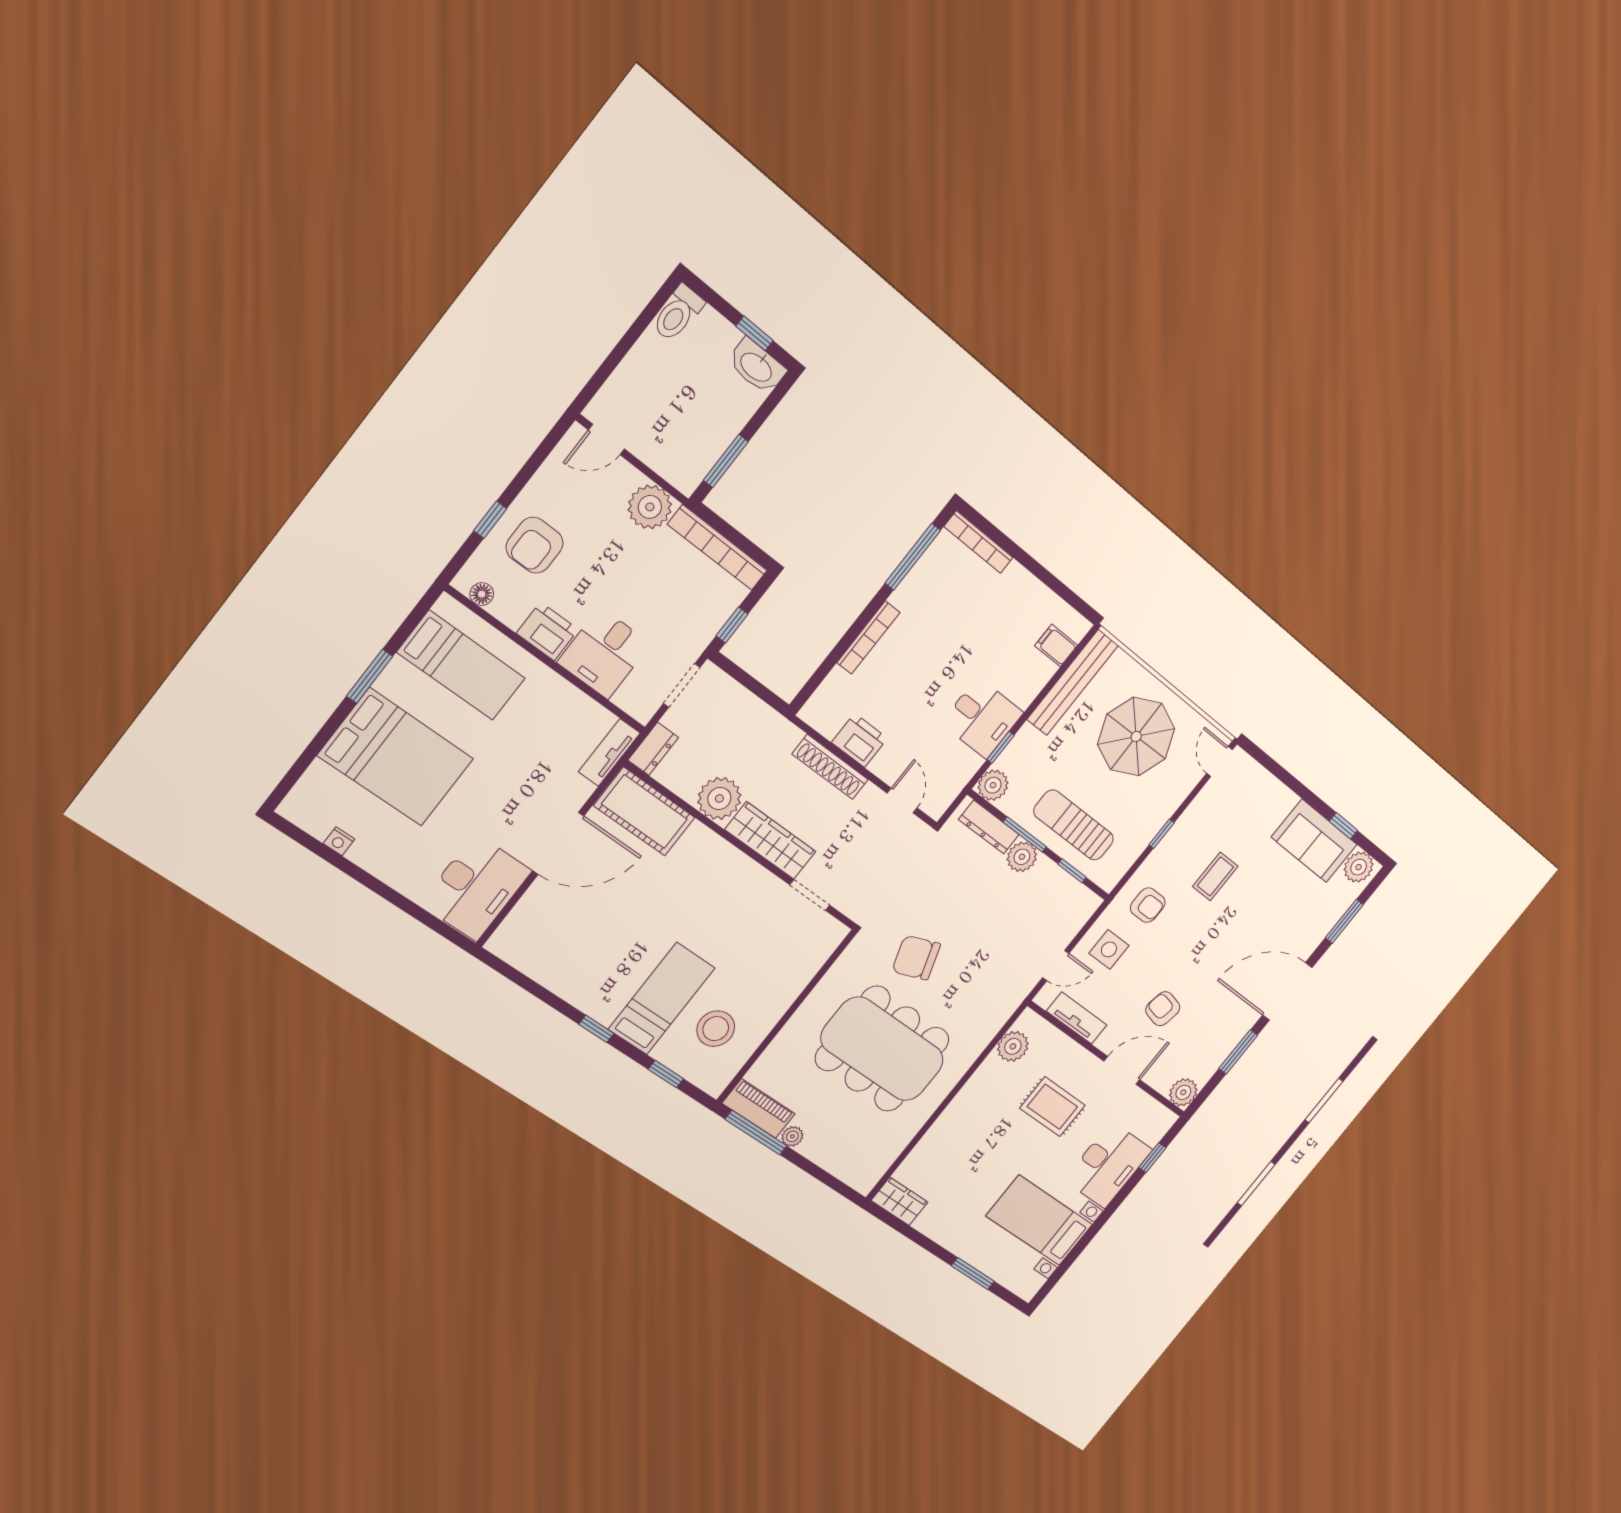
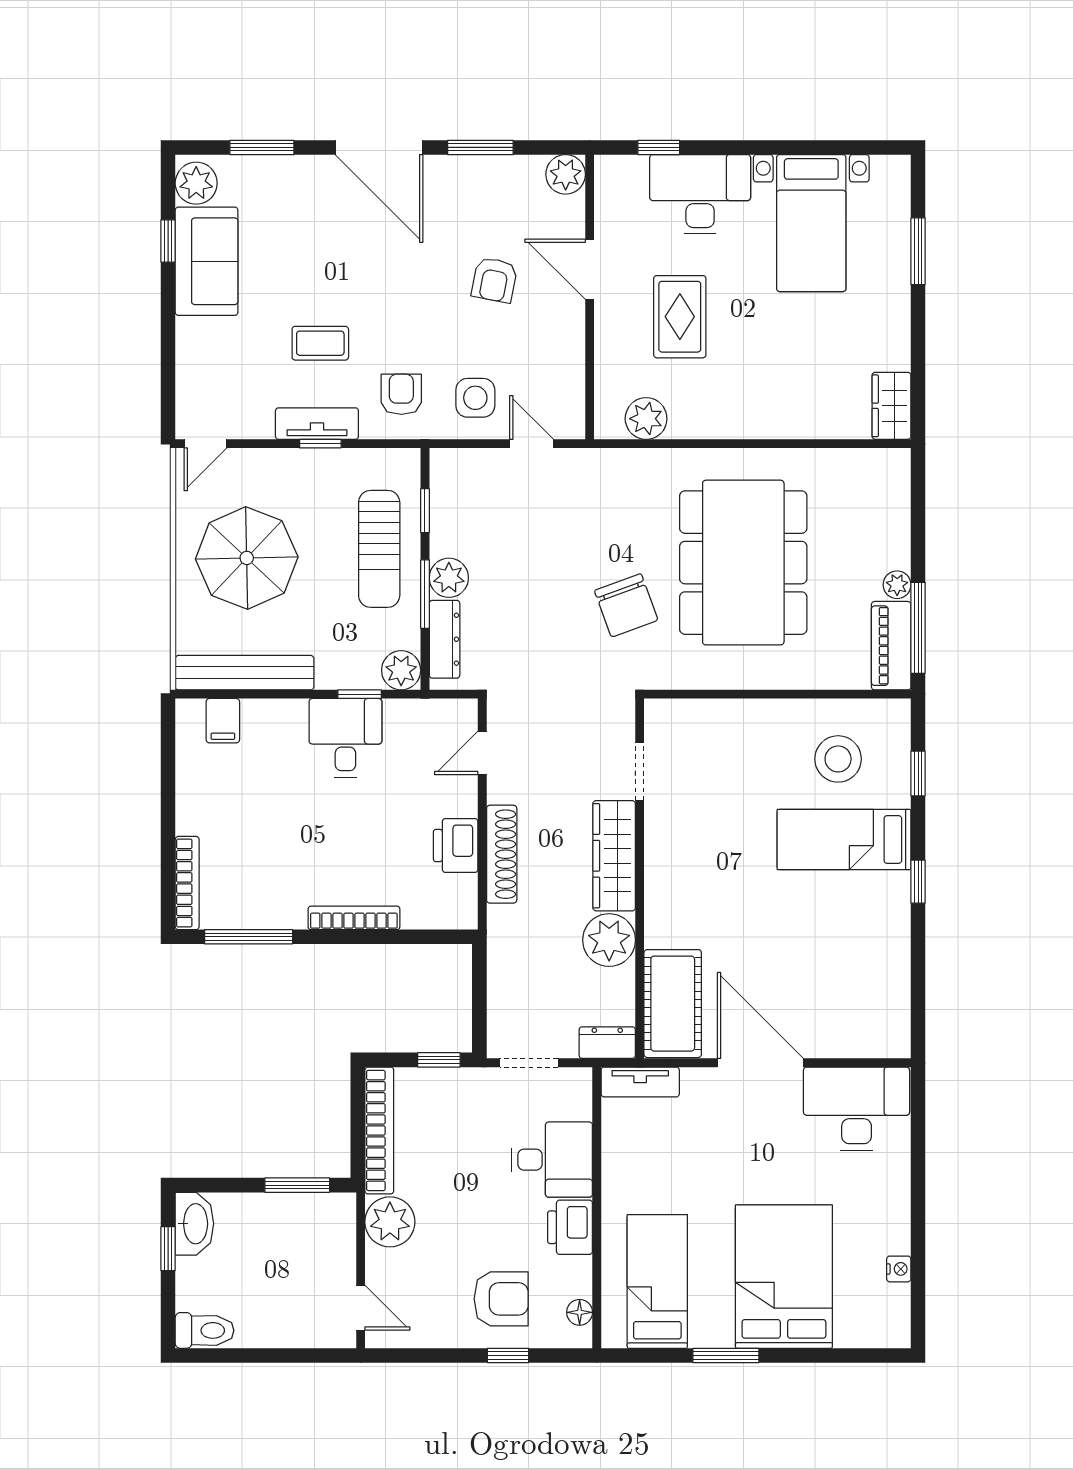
tv unit: (1077, 1018) -> (317, 424), moved, turned 90

